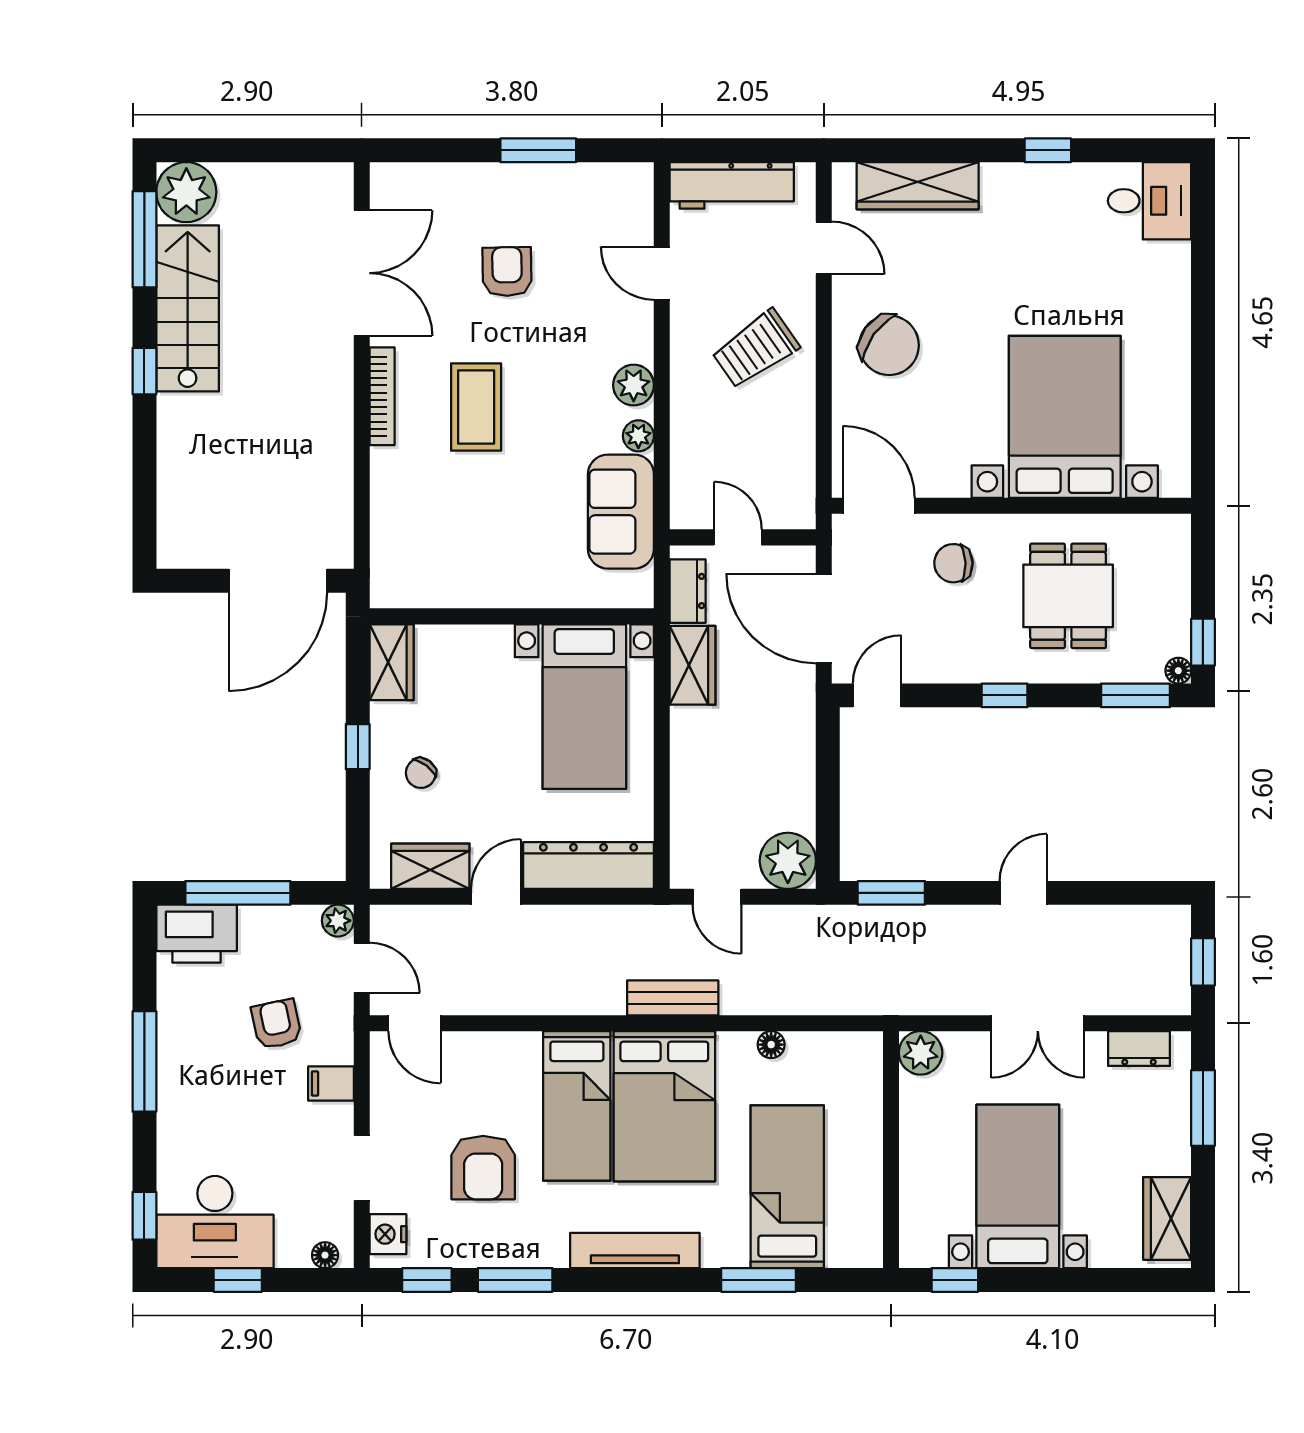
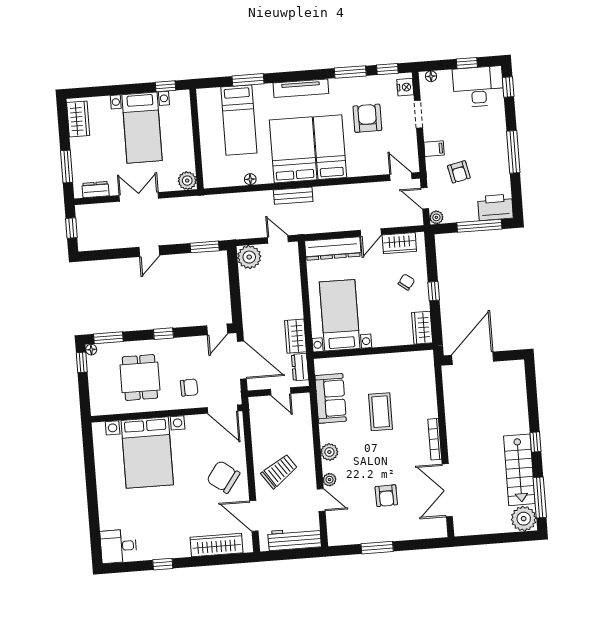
door: (824, 248) -> (254, 516), width x1.38
coffee table: (476, 407) -> (381, 412), moved
plant: (638, 436) -> (329, 480), moved

